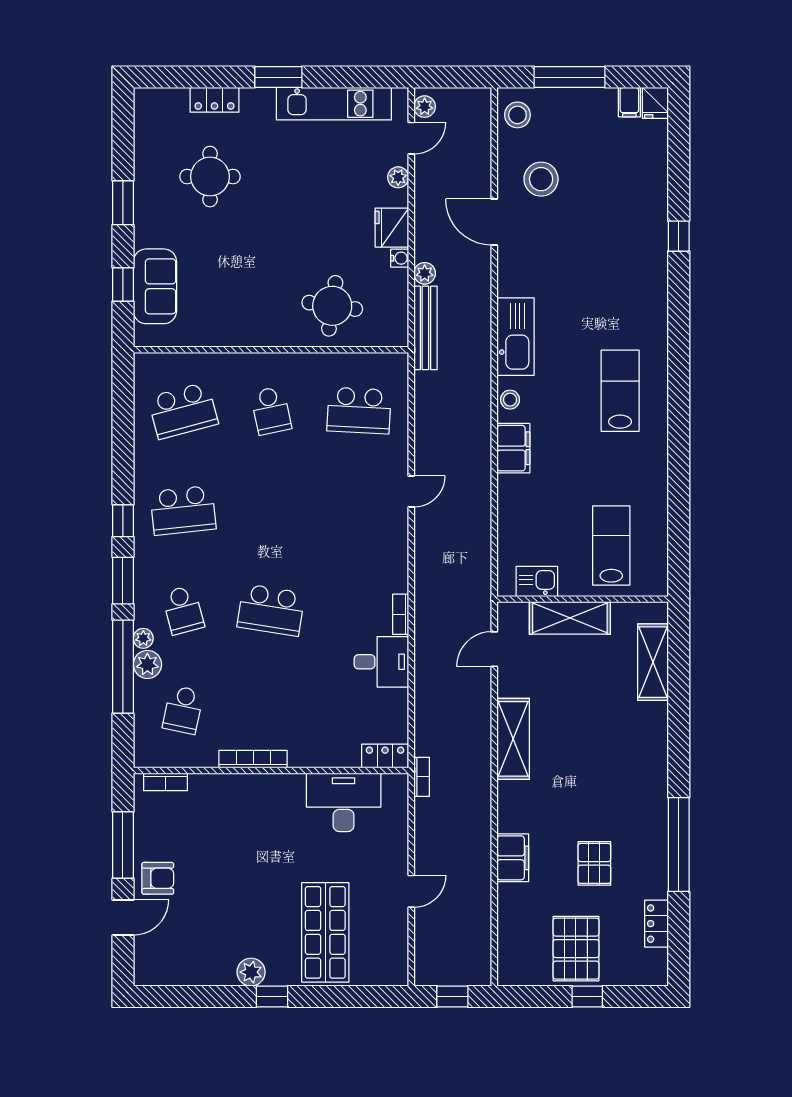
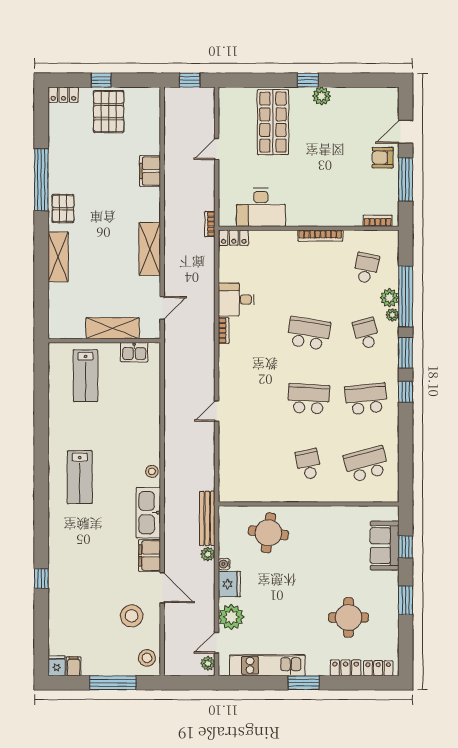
locker: (165, 99) -> (378, 668), added
plant: (398, 177) -> (231, 617), width x1.87, depth x1.87
school desk: (359, 411) -> (309, 399), moved
filing cabinet: (513, 448) -> (150, 555), moved
shelving: (653, 662) -> (58, 257), moved
pallet: (594, 863) -> (63, 209), moved
locker: (657, 924) -> (63, 95), moved, turned 90

